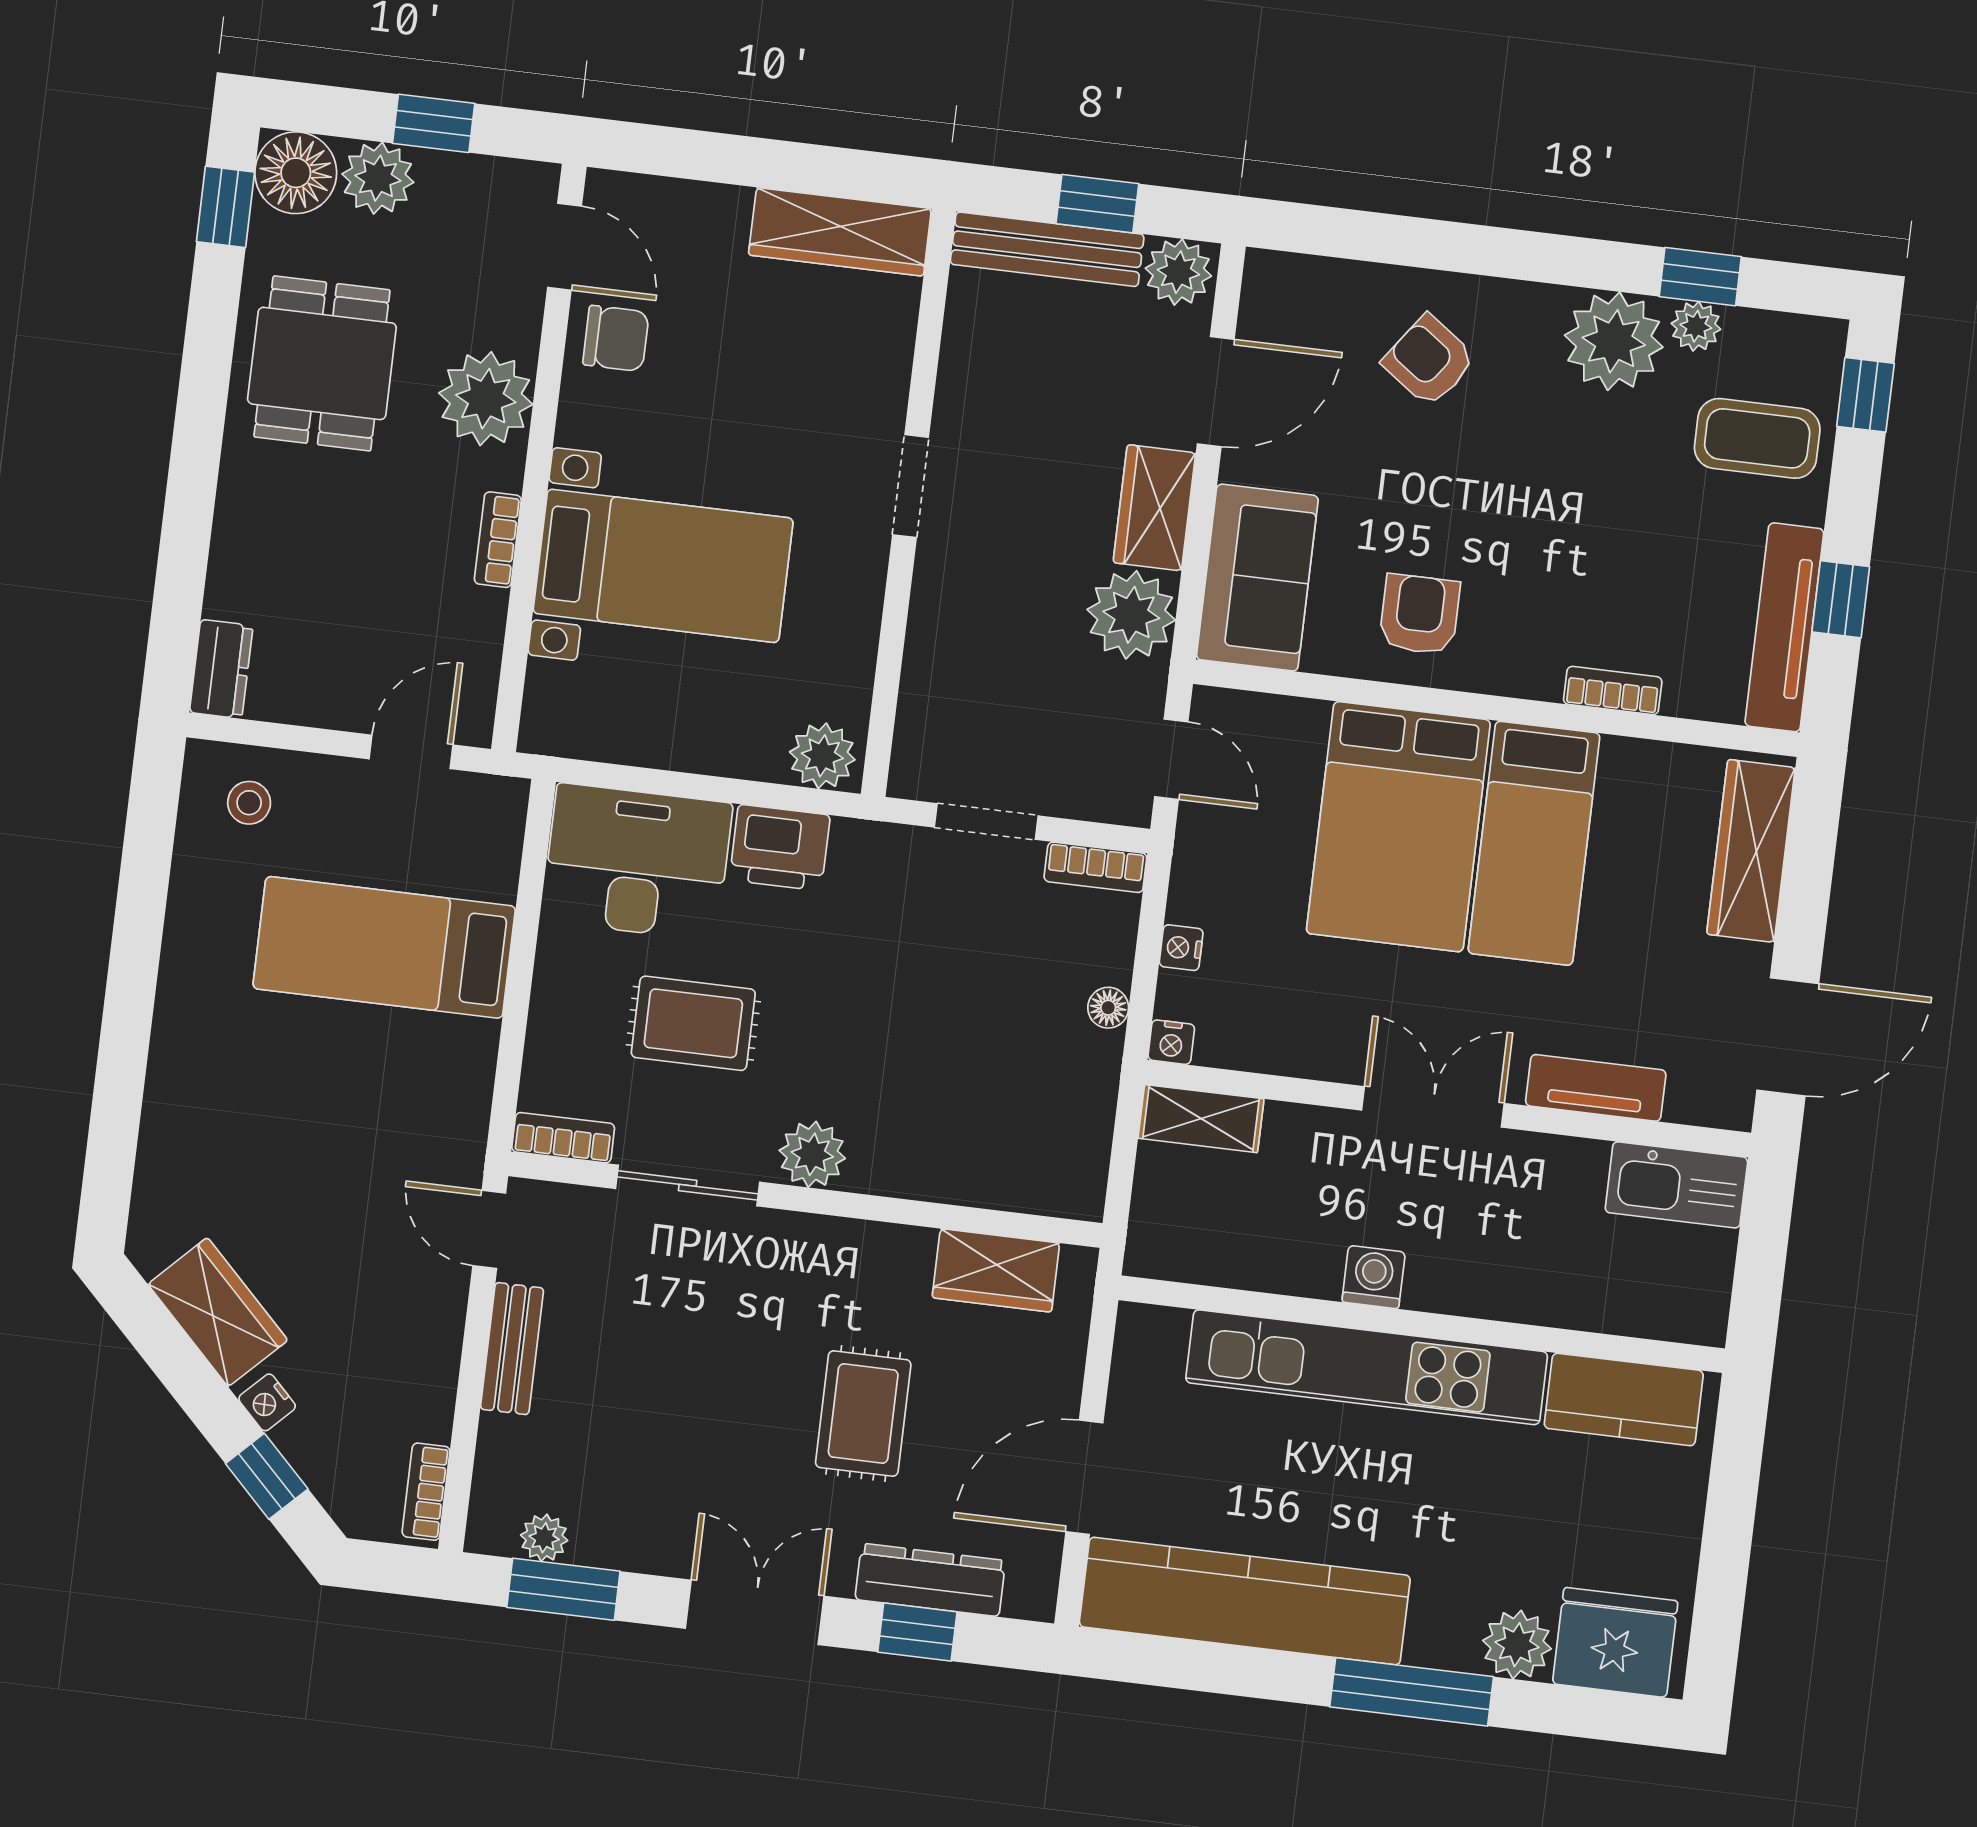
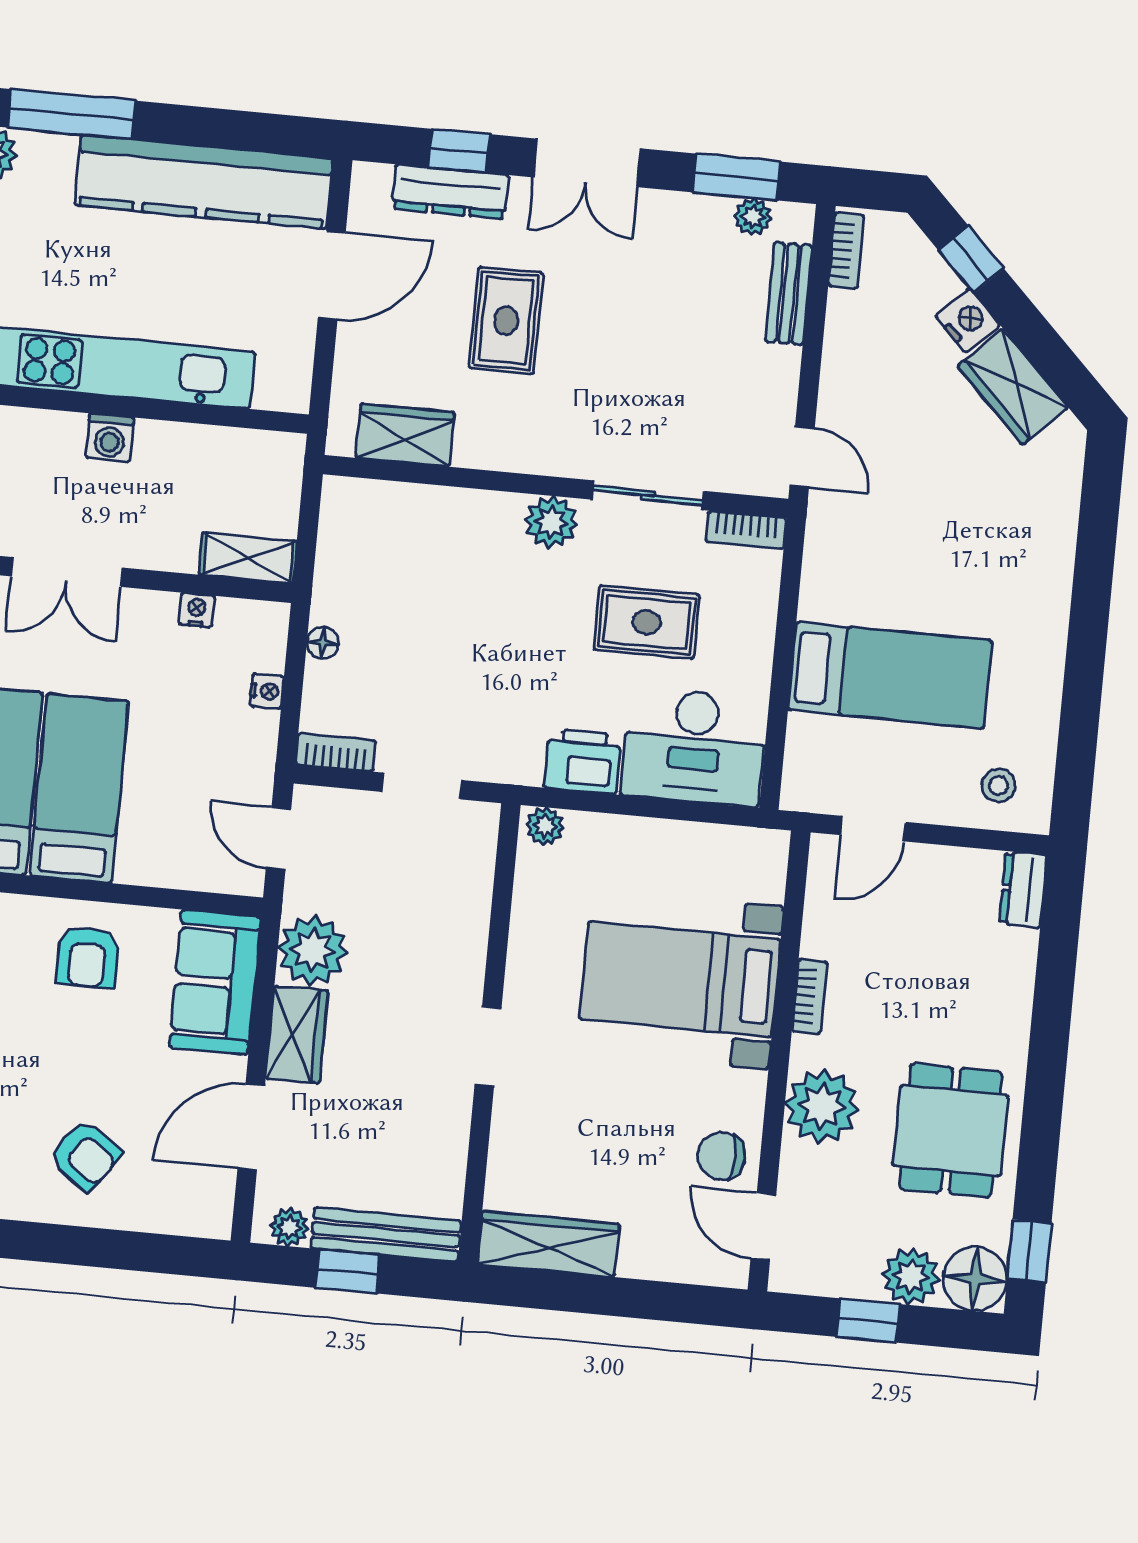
plant: (1178, 272) -> (289, 1227), width x0.73, depth x0.73
plant: (822, 756) -> (545, 826), width x0.73, depth x0.73
bed: (1398, 827) -> (79, 788), width x0.67
nightstand: (1171, 1042) -> (197, 610), moved
bench: (512, 1349) -> (789, 293), moved
nightstand: (267, 1402) -> (968, 321), width x1.39, depth x1.35

